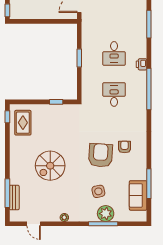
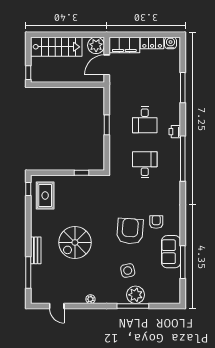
sofa: (138, 195) -> (171, 252), moved
bench: (14, 198) -> (36, 250), moved

